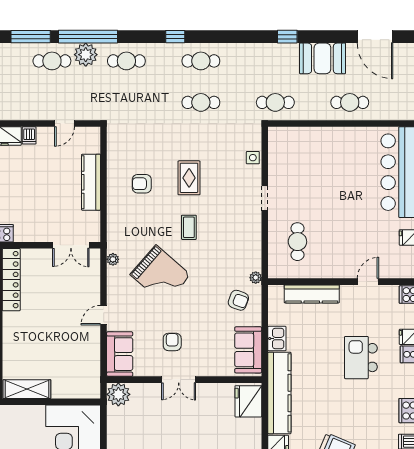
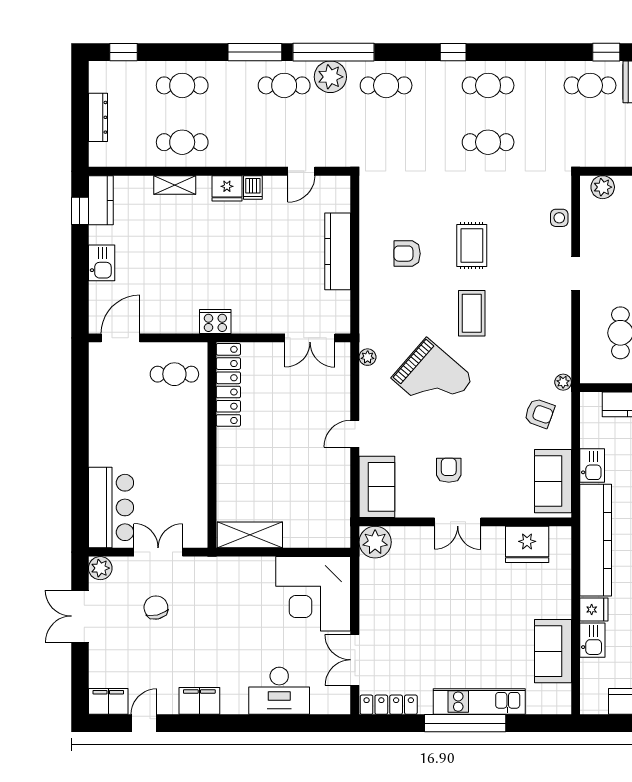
cafe table: (275, 102) -> (590, 85), moved
plant: (285, 135) -> (603, 187), added
coffee table: (189, 227) -> (472, 313), width x1.36, depth x1.30
fridge: (248, 401) -> (527, 544), moved, turned -90

